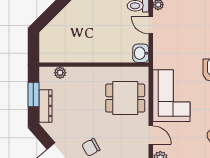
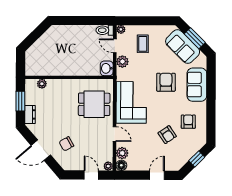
coffee table: (185, 23) -> (143, 44), added
plant: (160, 45) -> (122, 62), added
dresser: (46, 106) -> (30, 114), width x0.70

